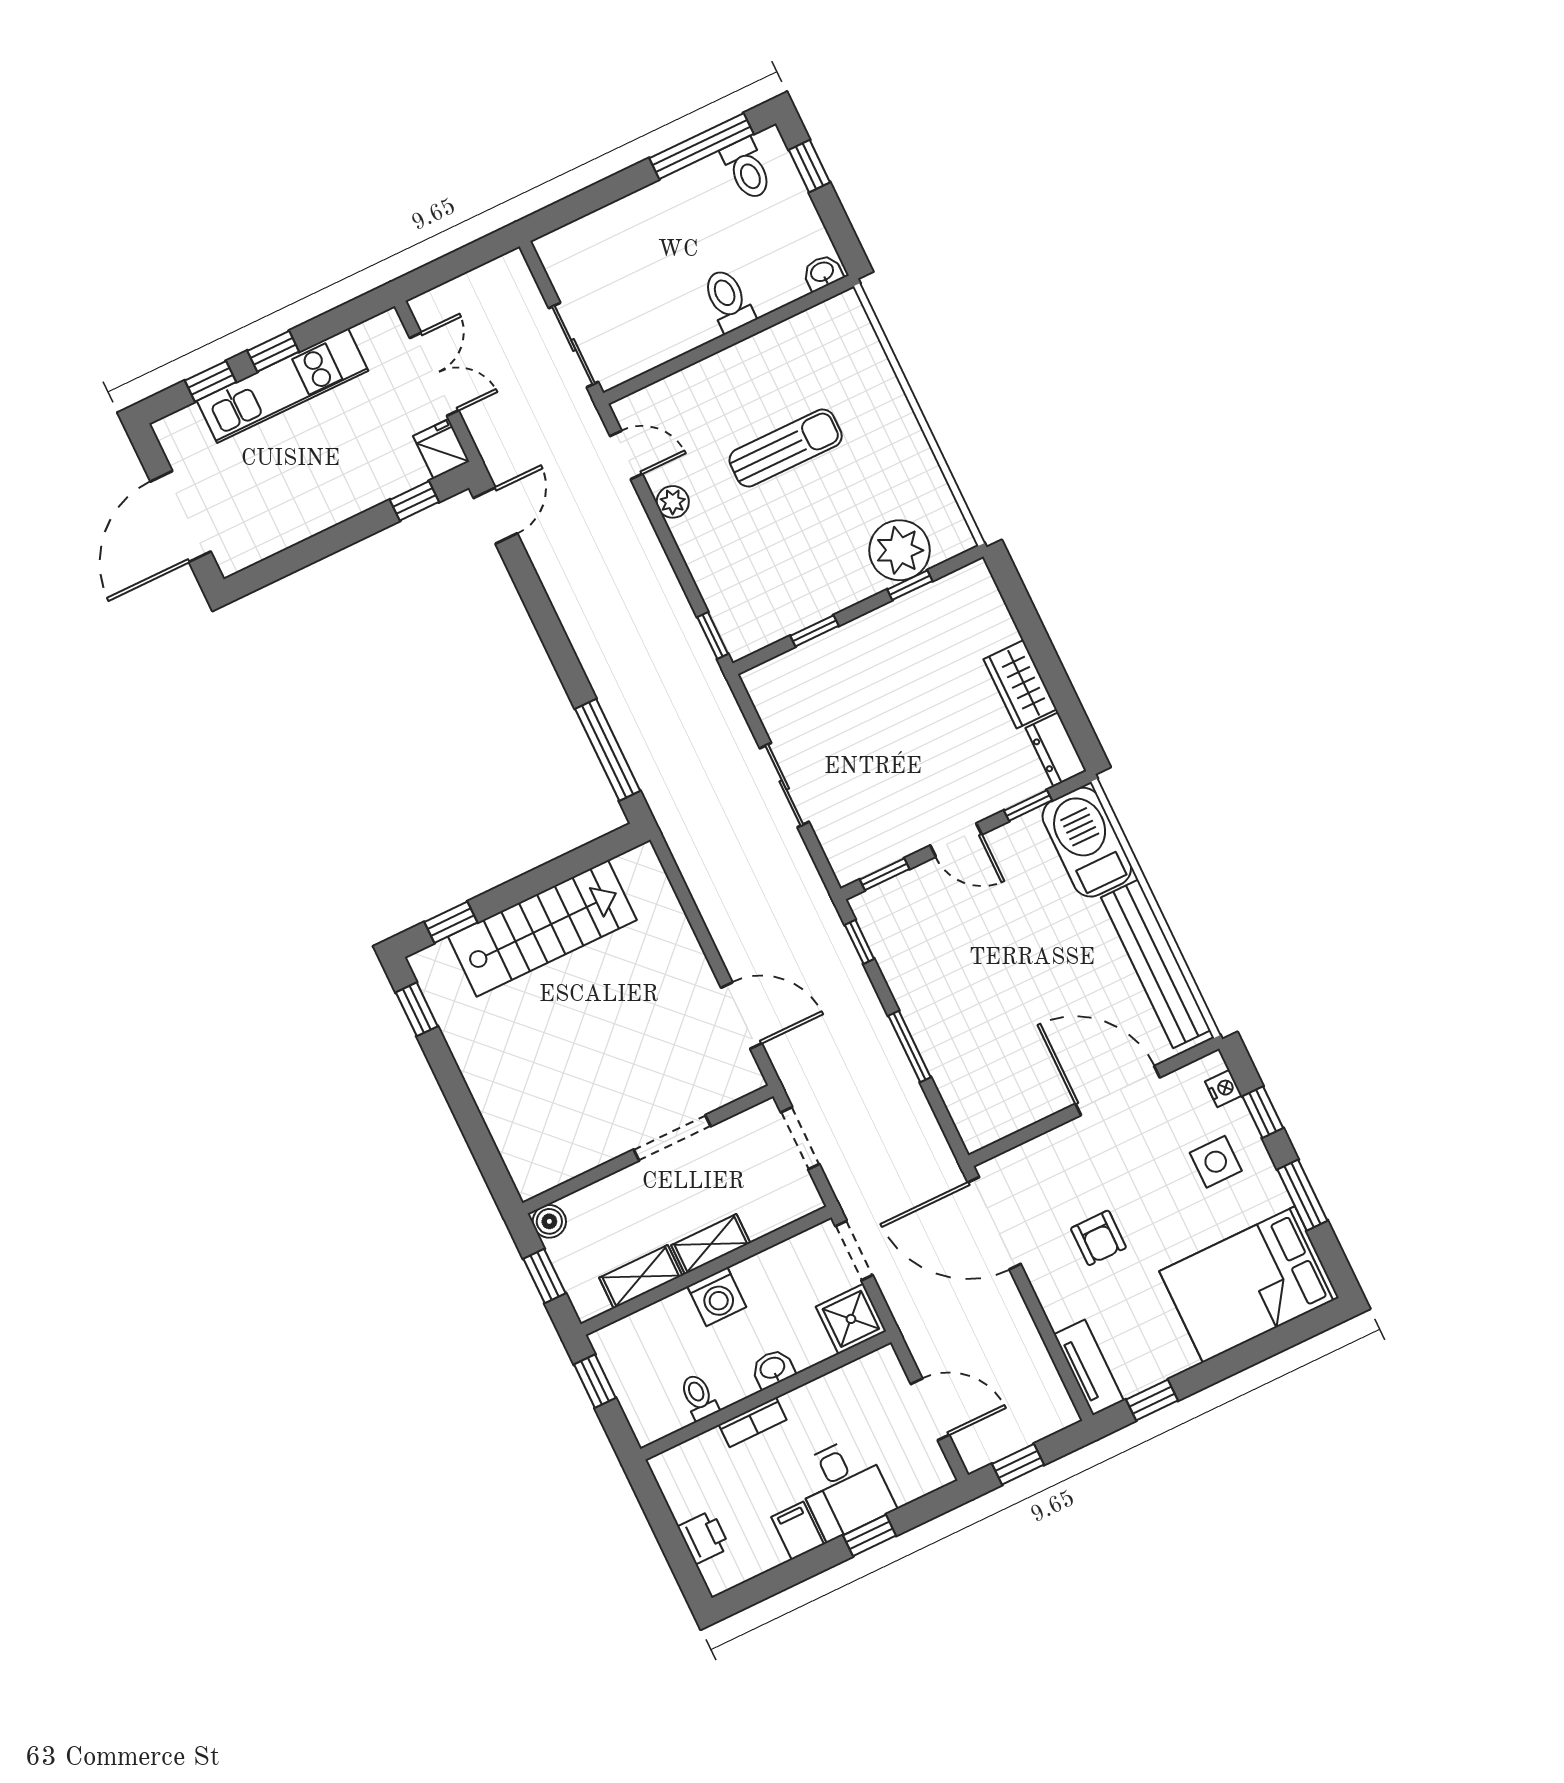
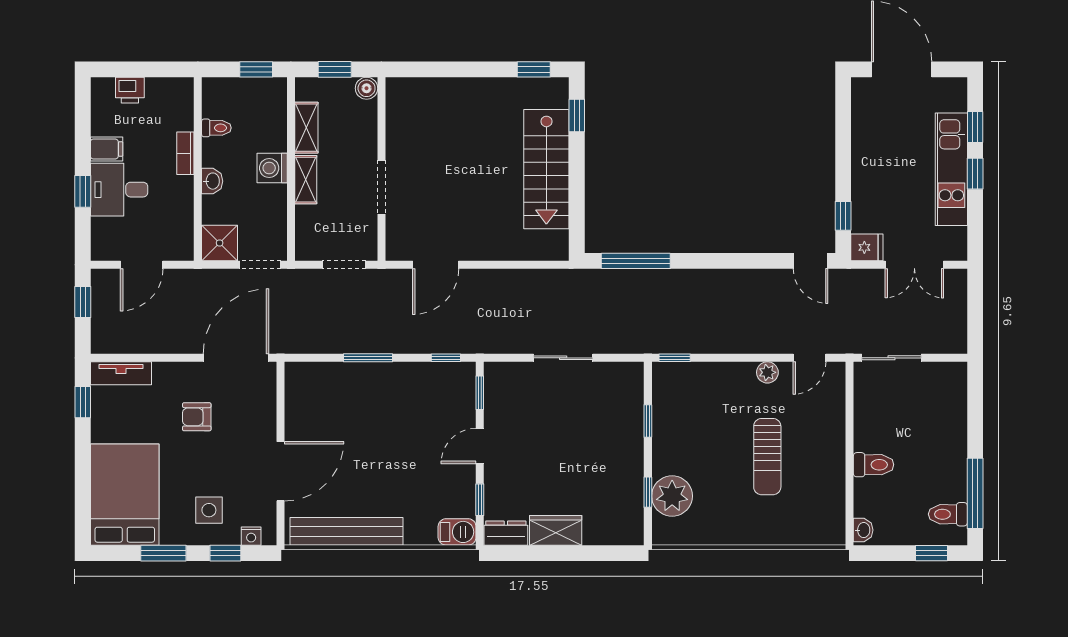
barbecue: (1087, 842) -> (457, 532), width x0.53, depth x0.65

